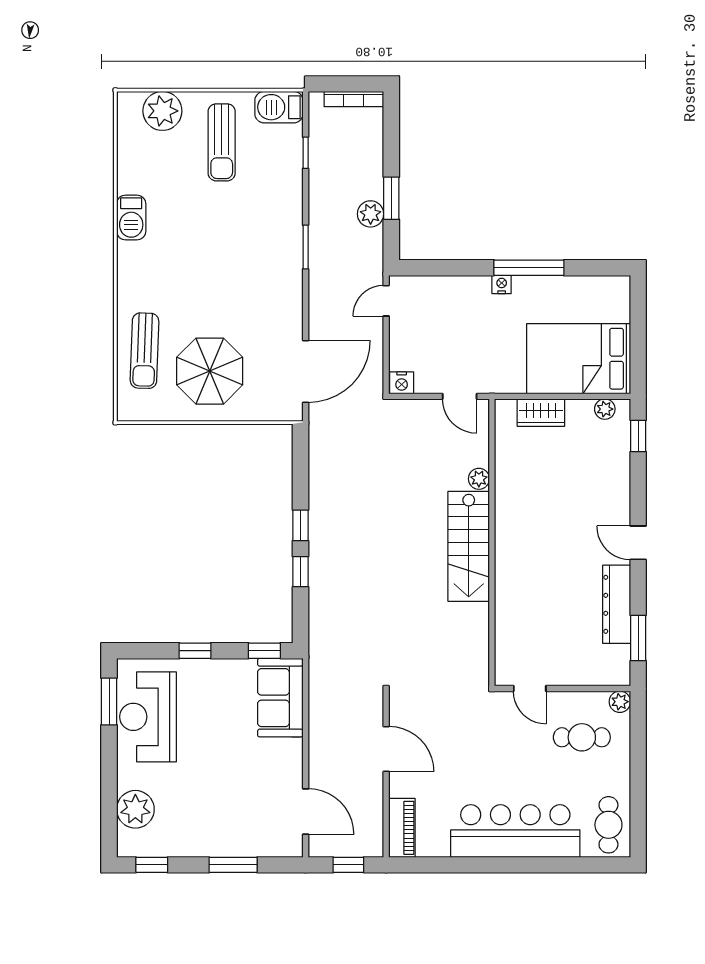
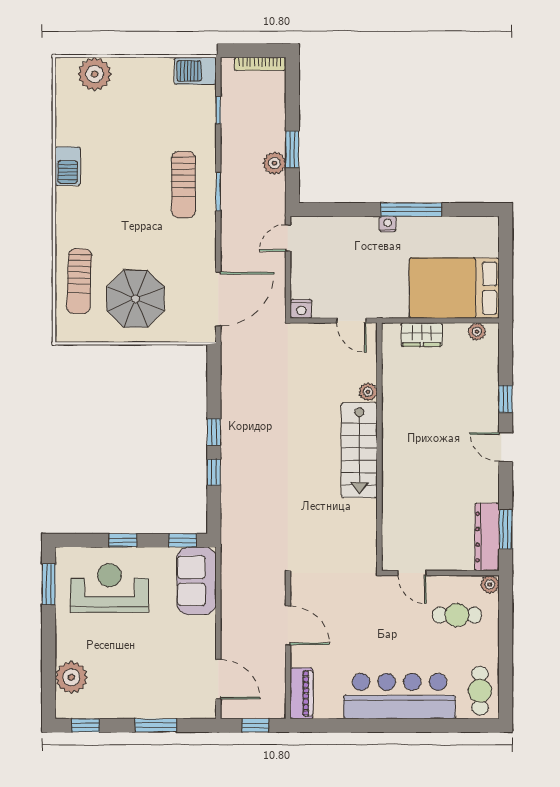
sun lounger: (222, 142) -> (183, 185), moved
window: (638, 436) -> (506, 399), moved
dresser: (617, 604) -> (487, 537), moved
reception desk: (148, 717) -> (109, 588), moved, turned 90

